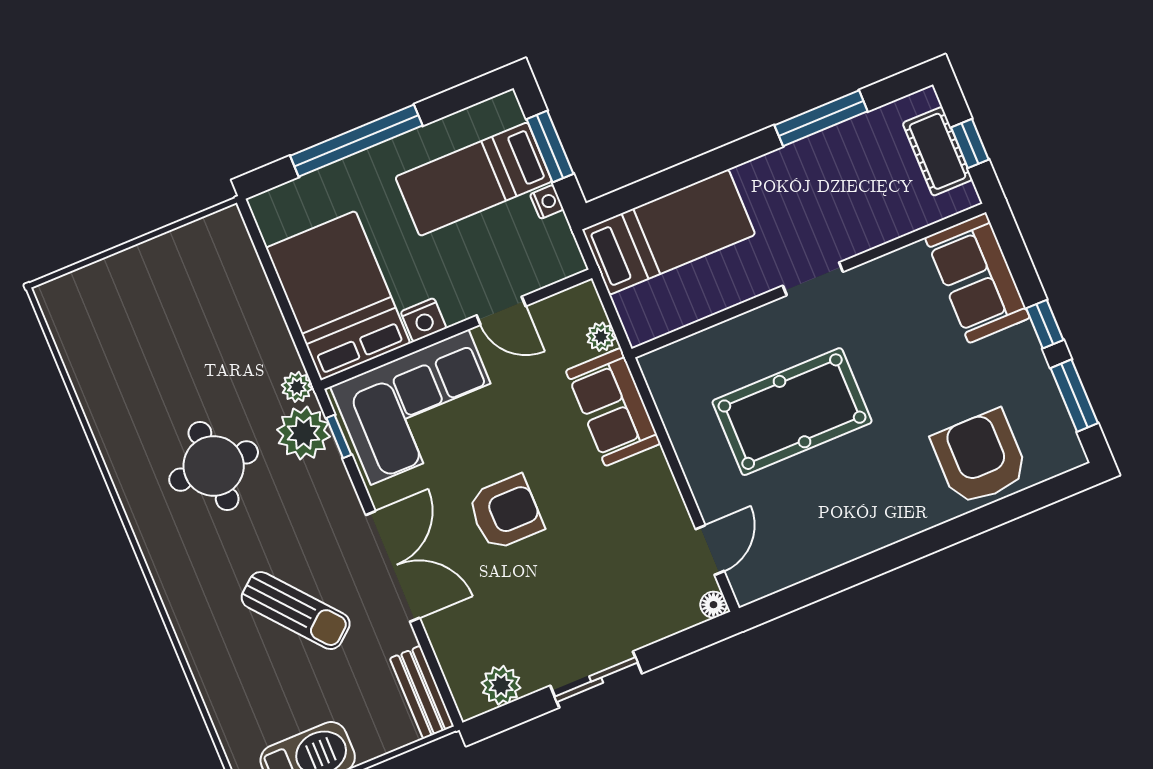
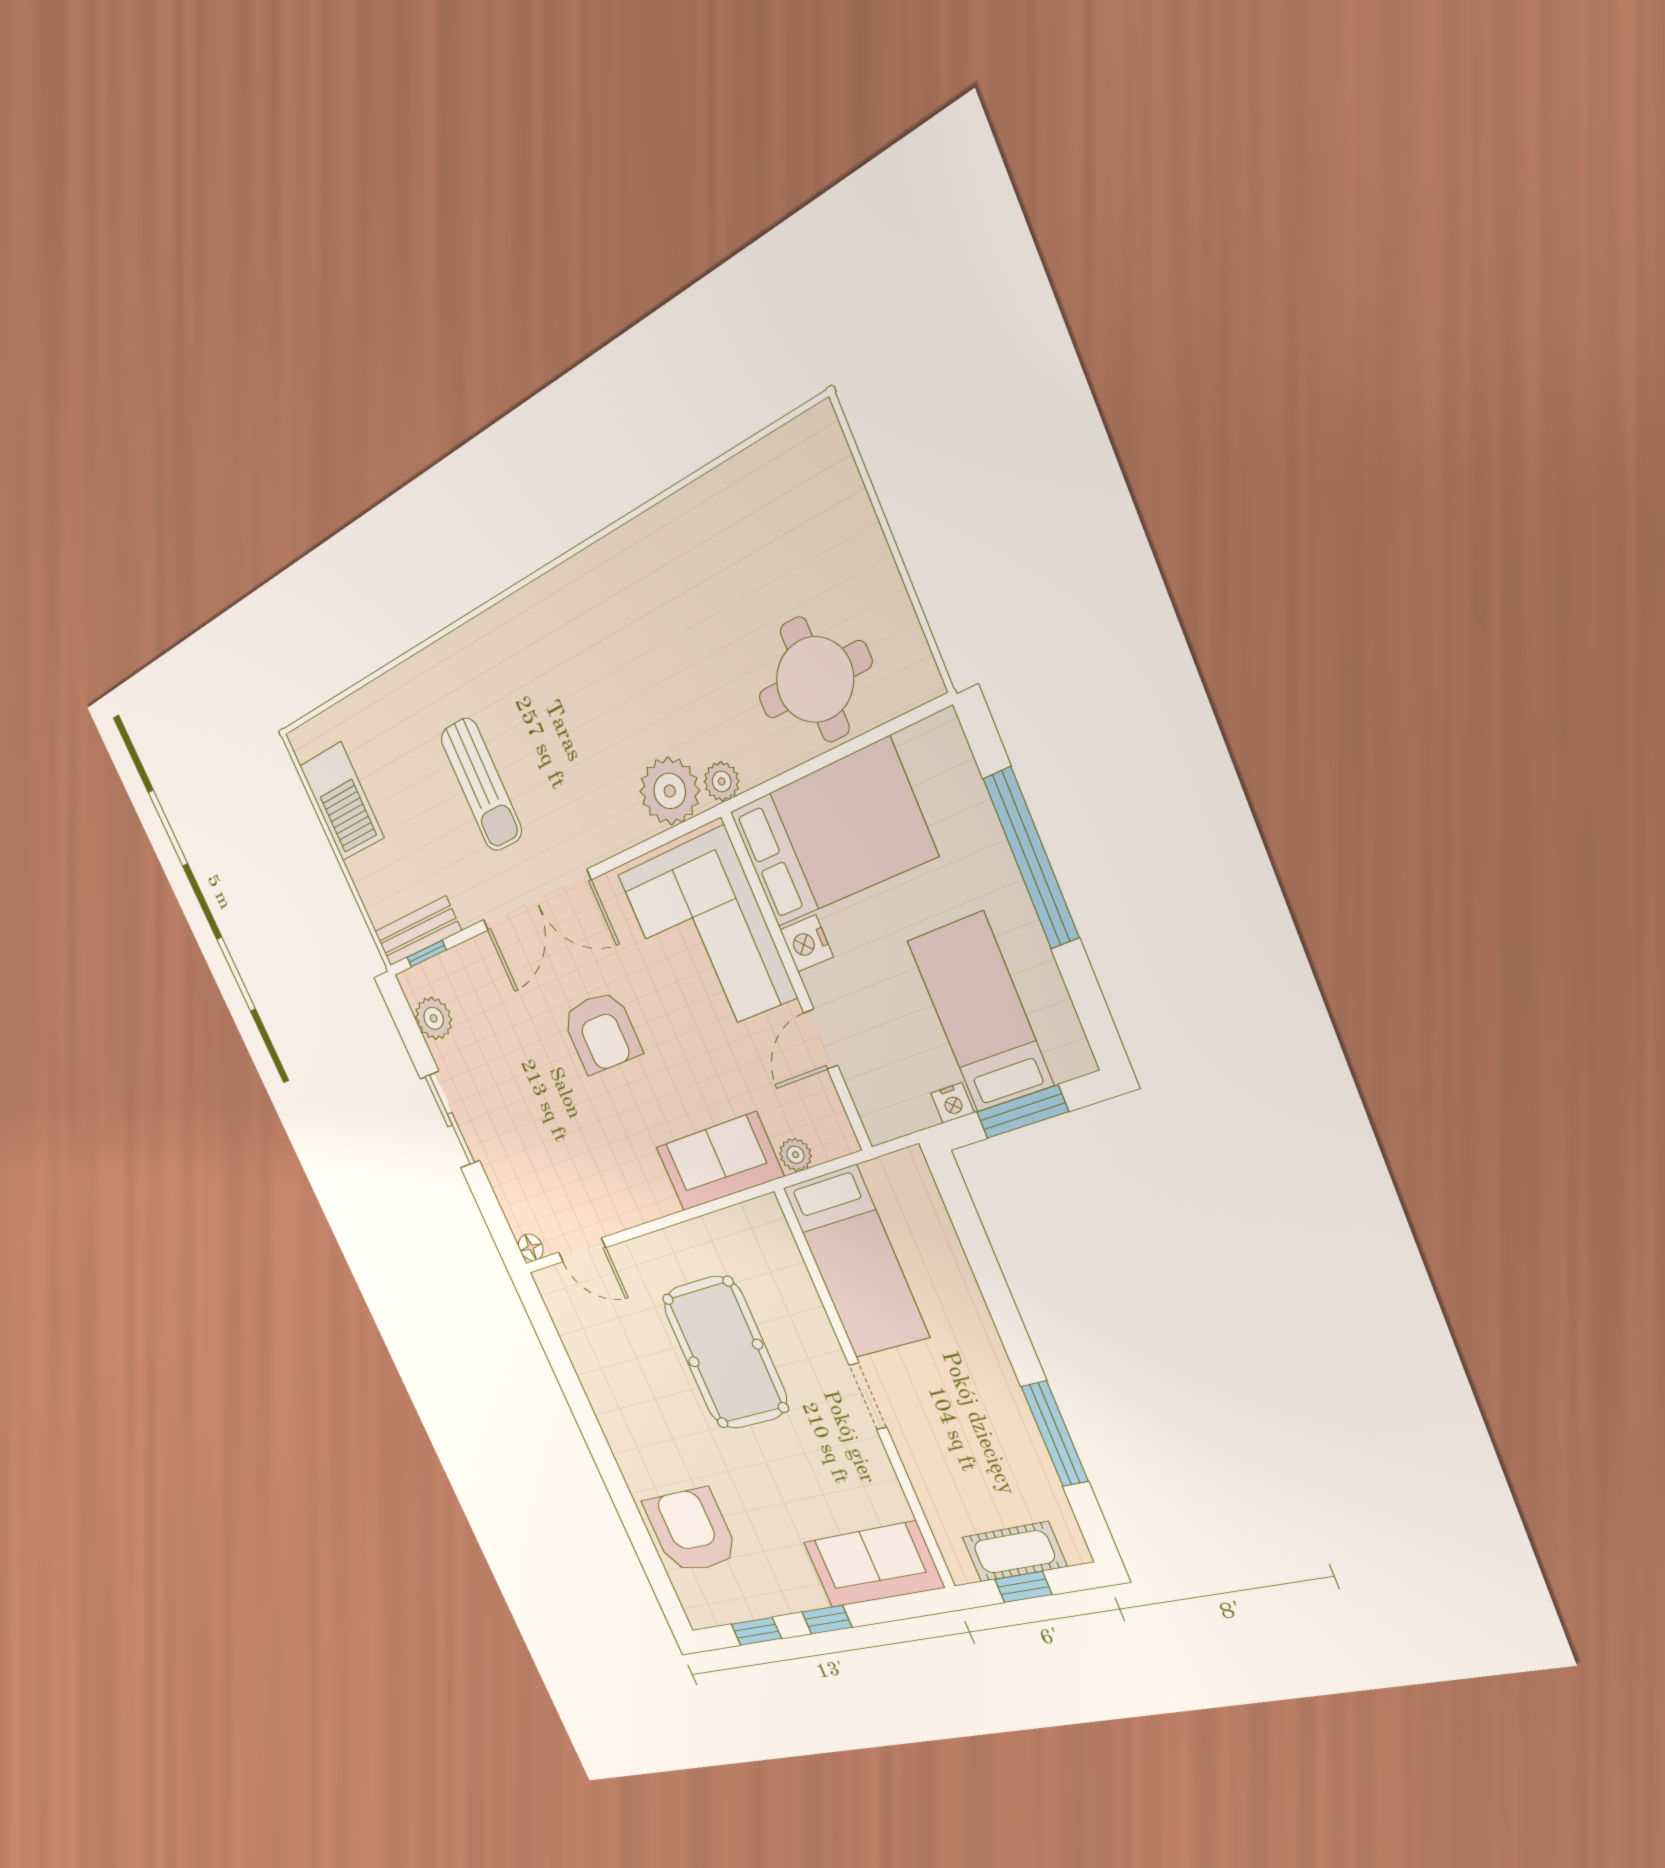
bed: (669, 232) -> (856, 1262), moved
window: (1074, 396) -> (756, 1631), width x0.67
window: (339, 436) -> (427, 954), moved
armchair: (980, 458) -> (691, 1530), turned -90
round table: (214, 466) -> (815, 680), moved
sun lounger: (296, 611) -> (481, 785), turned -50

